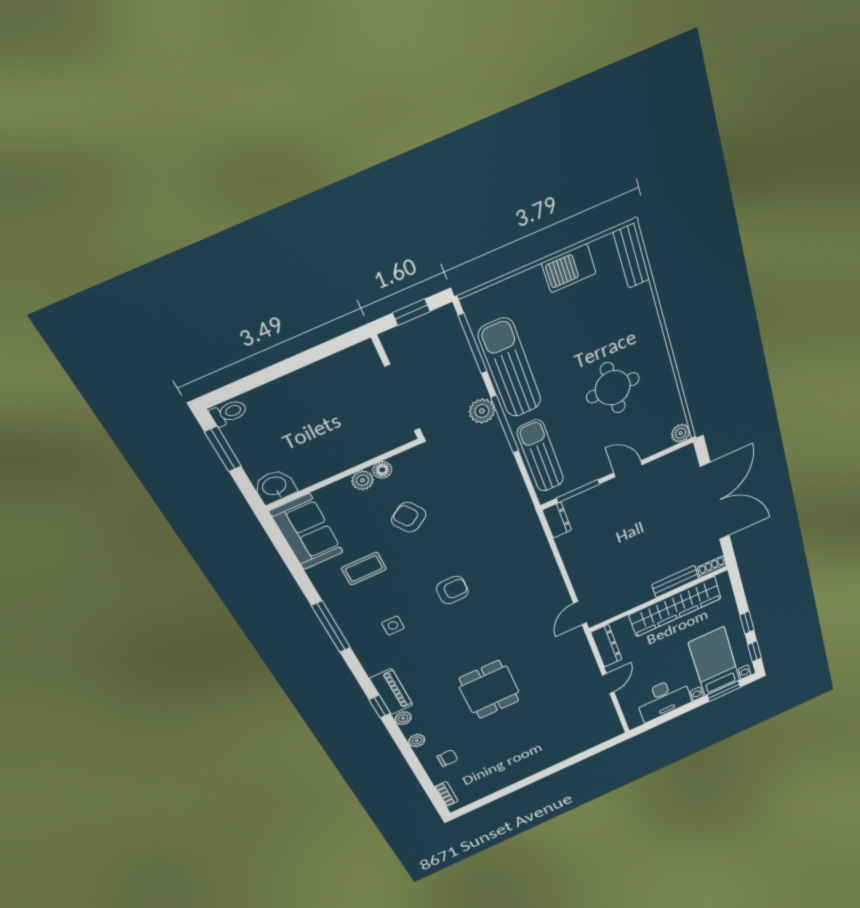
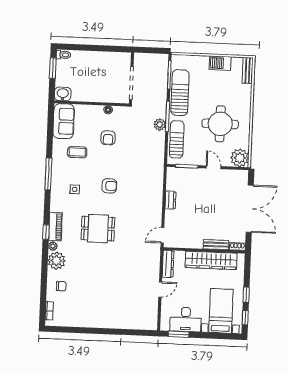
window: (411, 312) -> (151, 50), removed
round table: (613, 388) -> (220, 124), width x1.36, depth x1.36
plant: (482, 411) -> (160, 124), moved
plant: (681, 433) -> (240, 158), width x1.88, depth x1.88
plant: (363, 480) -> (98, 110), removed
armchair: (409, 517) -> (108, 138), turned -146
dresser: (557, 520) -> (170, 200), moved
dining table: (489, 690) -> (98, 229), moved, turned 90
window: (724, 691) -> (179, 334), moved
plant: (417, 741) -> (56, 261), width x1.88, depth x1.88

